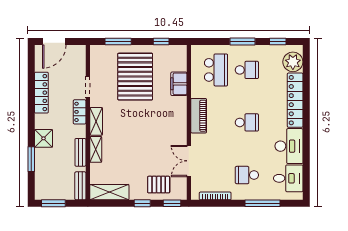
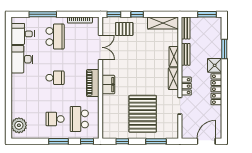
window: (278, 42) -> (87, 141), moved
filing cabinet: (179, 84) -> (108, 85), moved
locker: (41, 93) -> (216, 89), moved
locker: (295, 100) -> (17, 95), removed
school desk: (247, 122) -> (55, 78), turned 180
school desk: (247, 175) -> (55, 36), width x1.85

